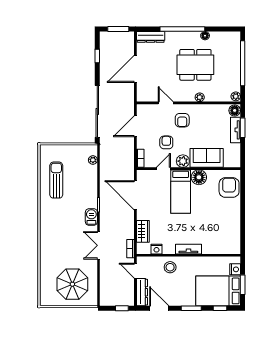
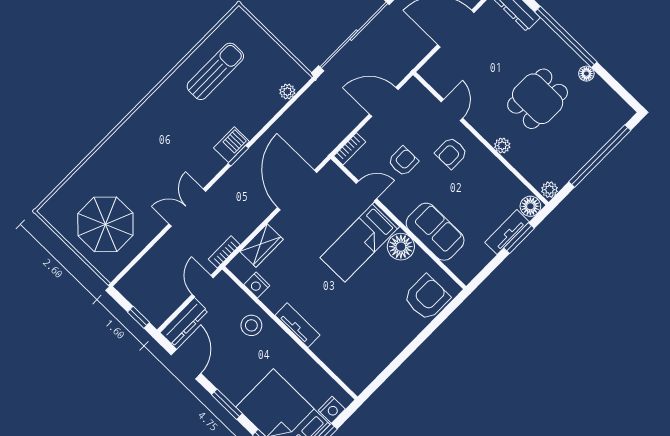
dining table: (195, 65) -> (538, 99), width x0.73
plant: (183, 161) -> (401, 206), removed
barbecue: (91, 217) -> (231, 145), moved

